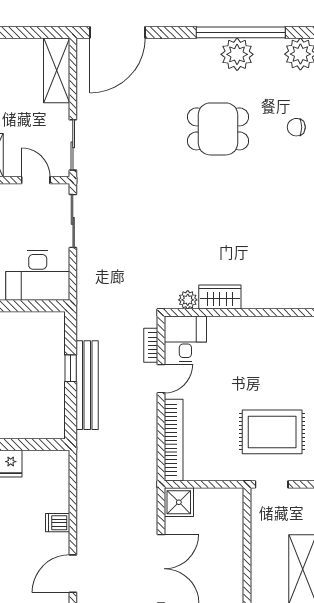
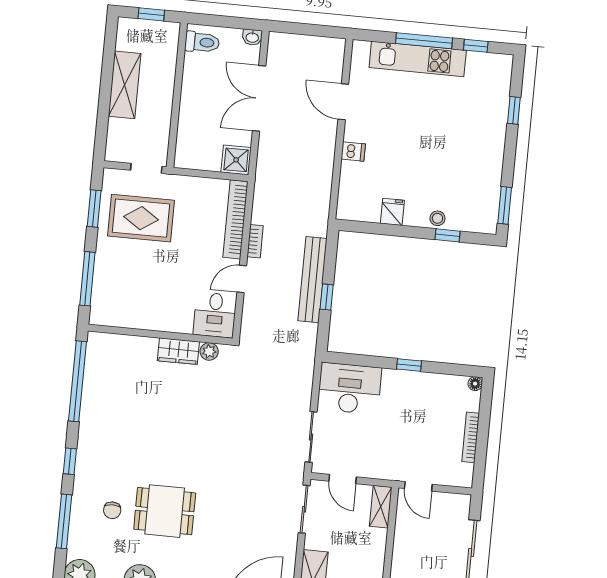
chair: (296, 127) -> (112, 510), moved, turned 90
bookcase: (151, 345) -> (255, 241), moved
door: (73, 574) -> (343, 102), swing flipped

